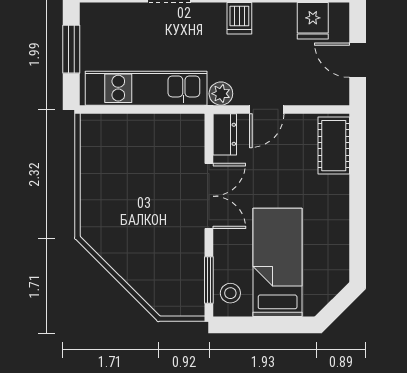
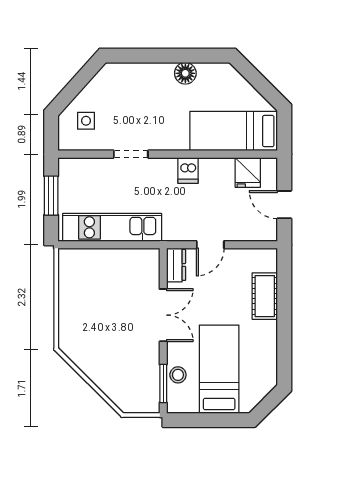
plant: (221, 94) -> (173, 232), removed
cot: (334, 146) -> (265, 296), moved
stool: (230, 293) -> (178, 375), moved

